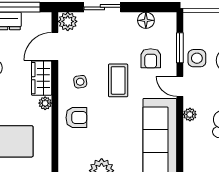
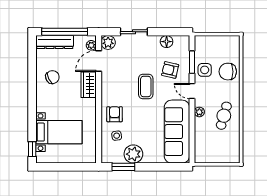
armchair: (151, 58) -> (170, 70), turned 103
side table: (80, 82) -> (117, 136), moved
plant: (45, 103) -> (91, 45), moved
armchair: (76, 118) -> (115, 114), turned -90

